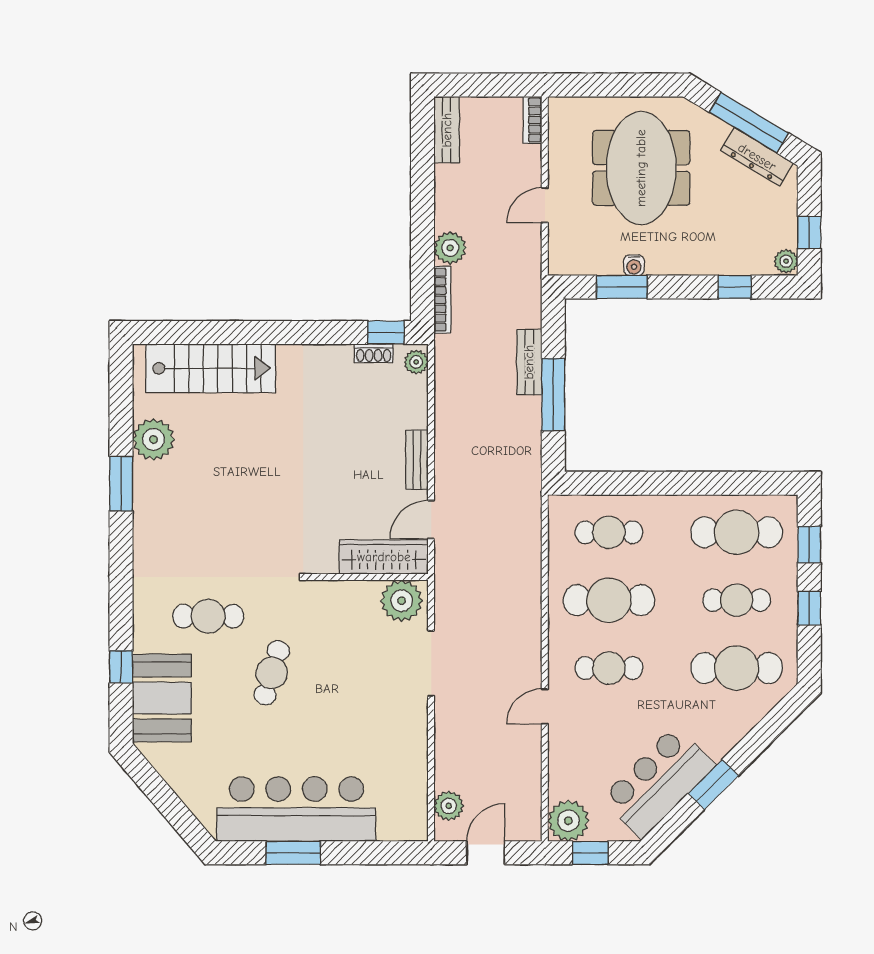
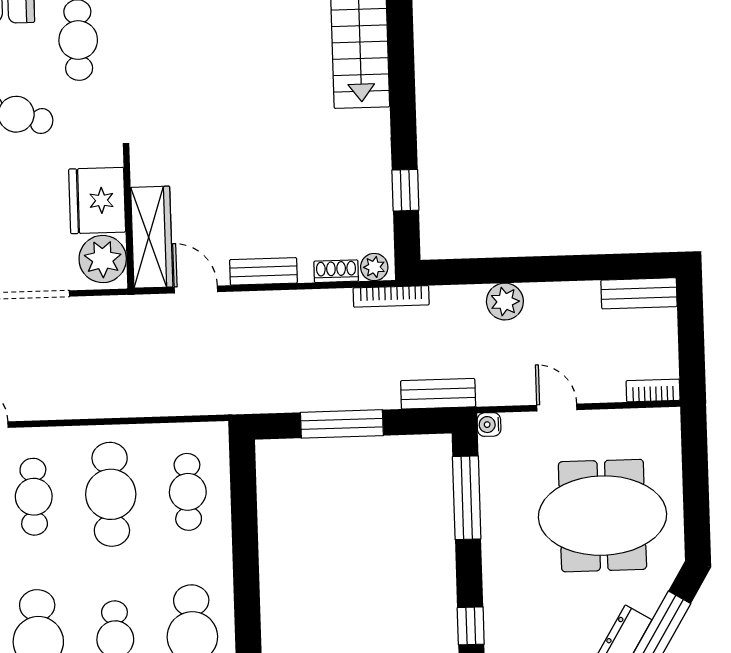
water cooler: (634, 265) -> (489, 424), moved
window: (622, 287) -> (467, 498), width x1.44
bookcase: (442, 300) -> (391, 296), moved
window: (386, 332) -> (405, 190), moved
shoe rack: (374, 353) -> (336, 271), moved, turned 90
bench: (529, 362) -> (438, 394), moved
fridge: (350, 604) -> (97, 201), added

